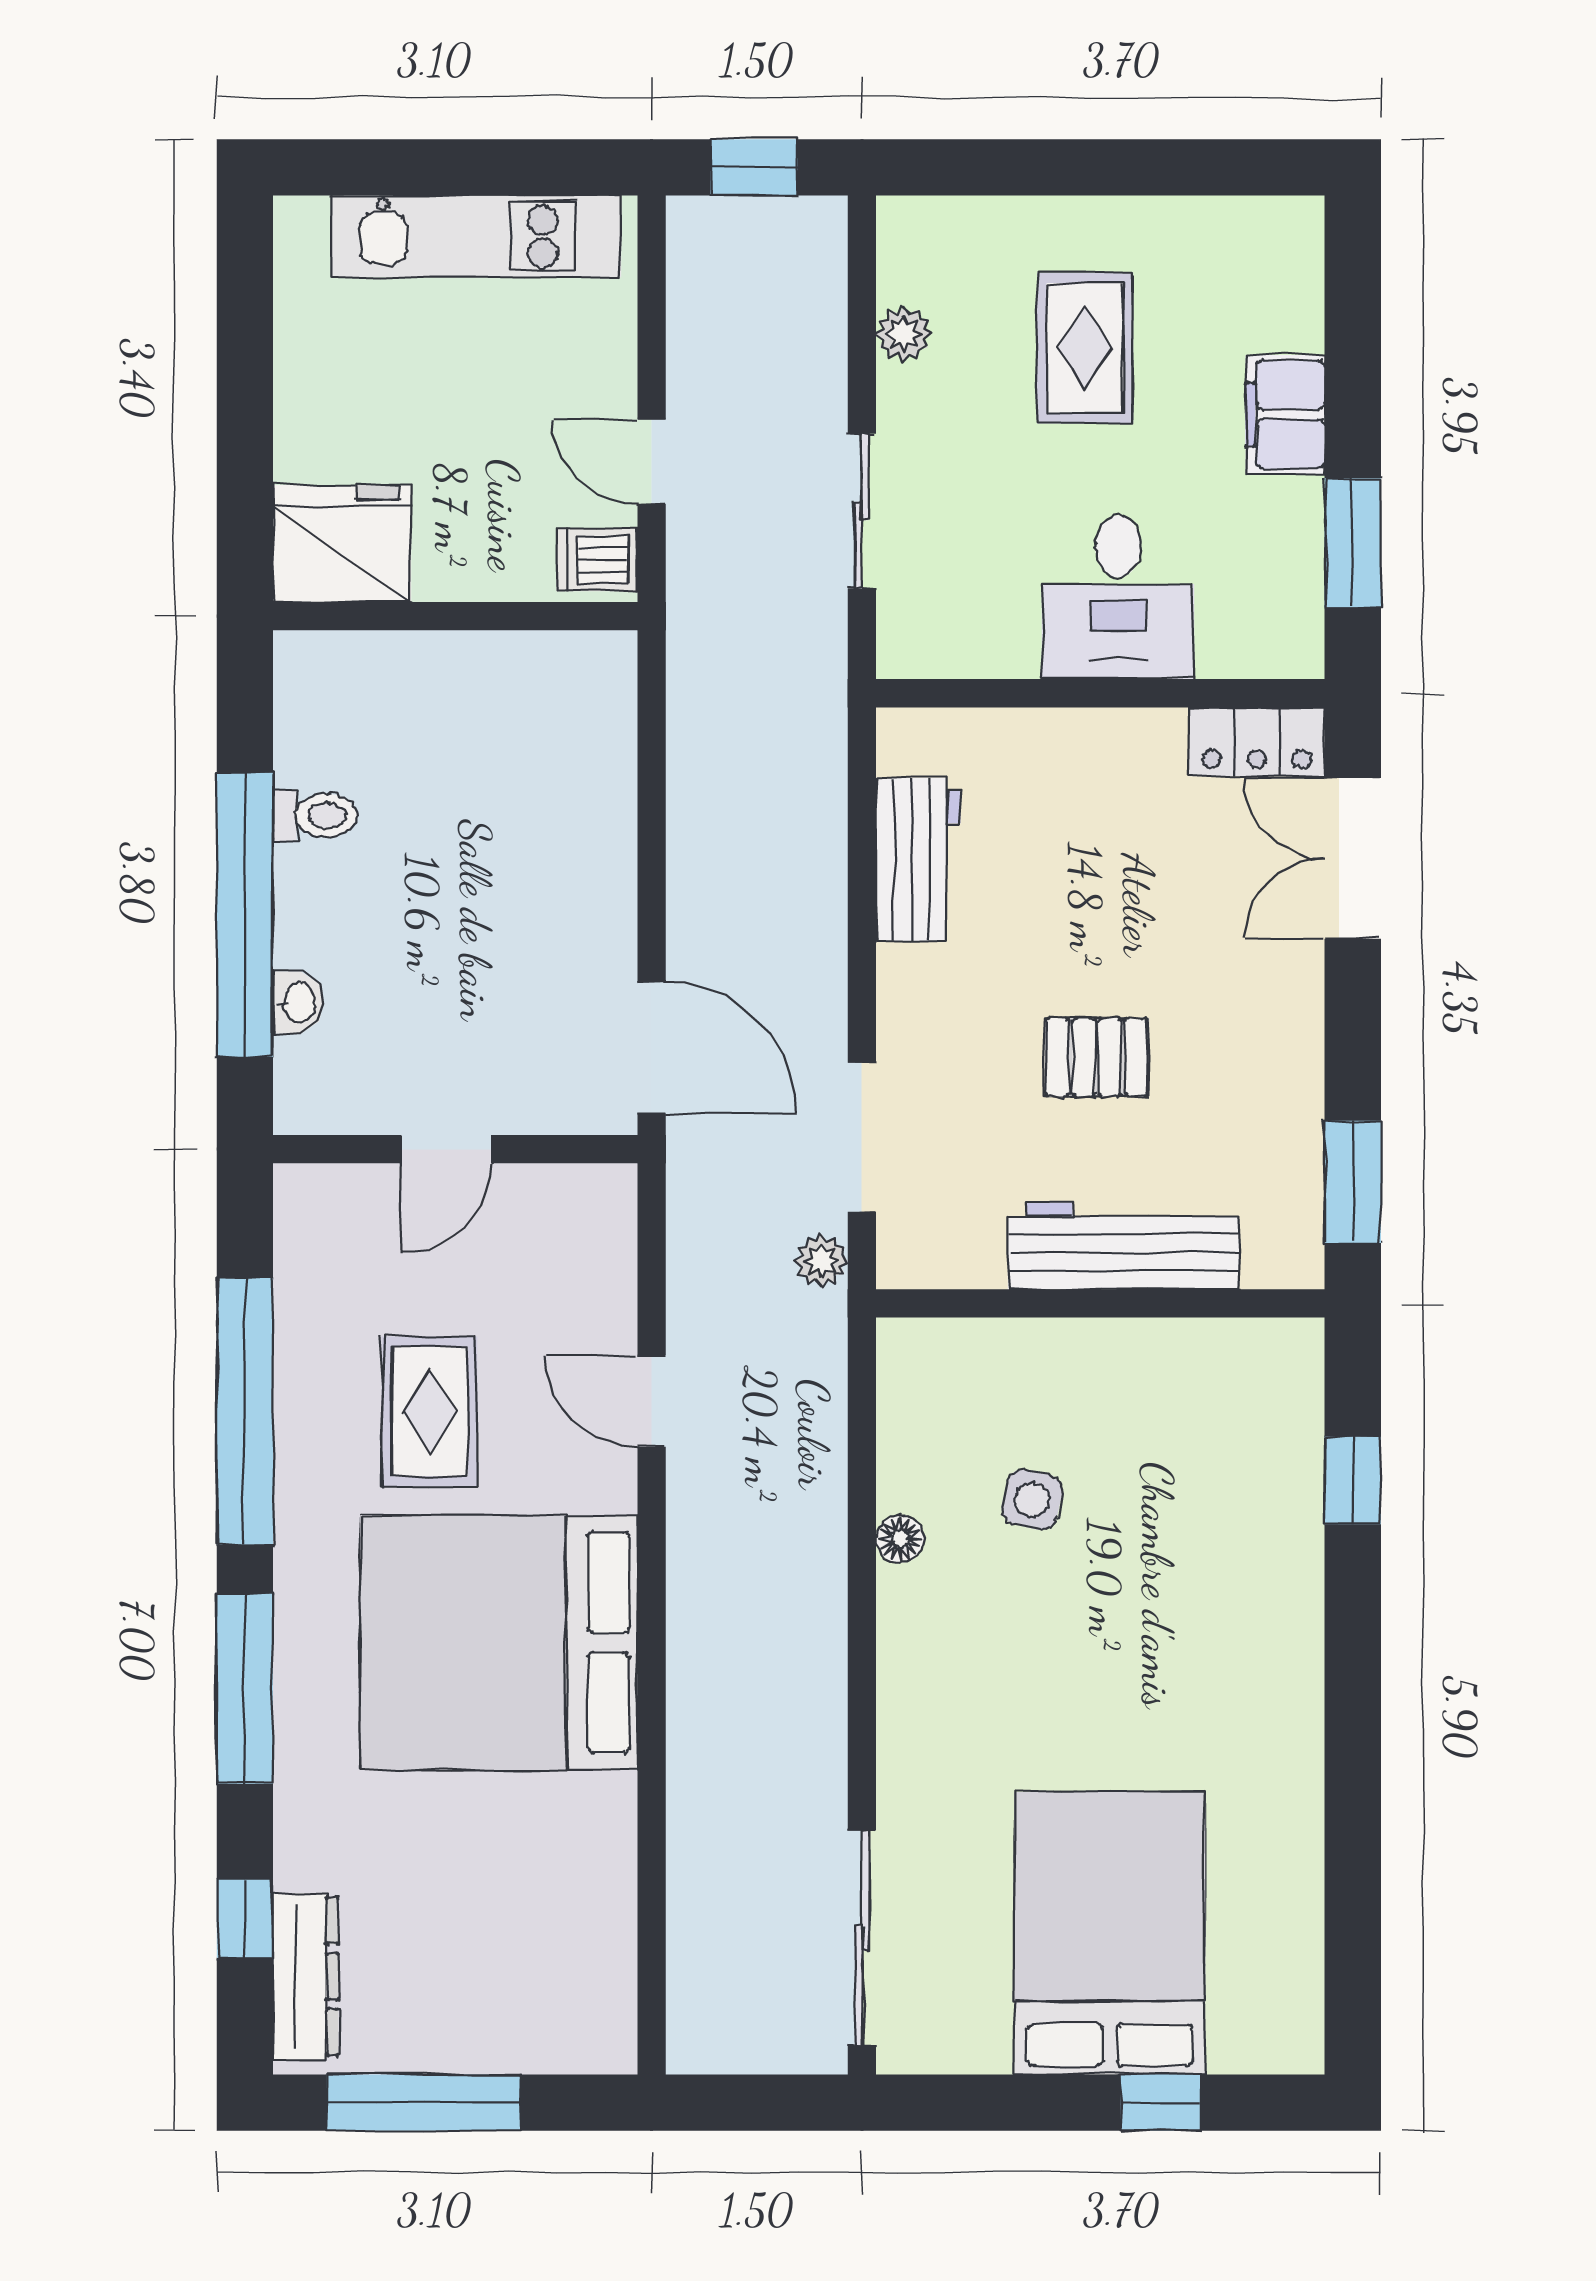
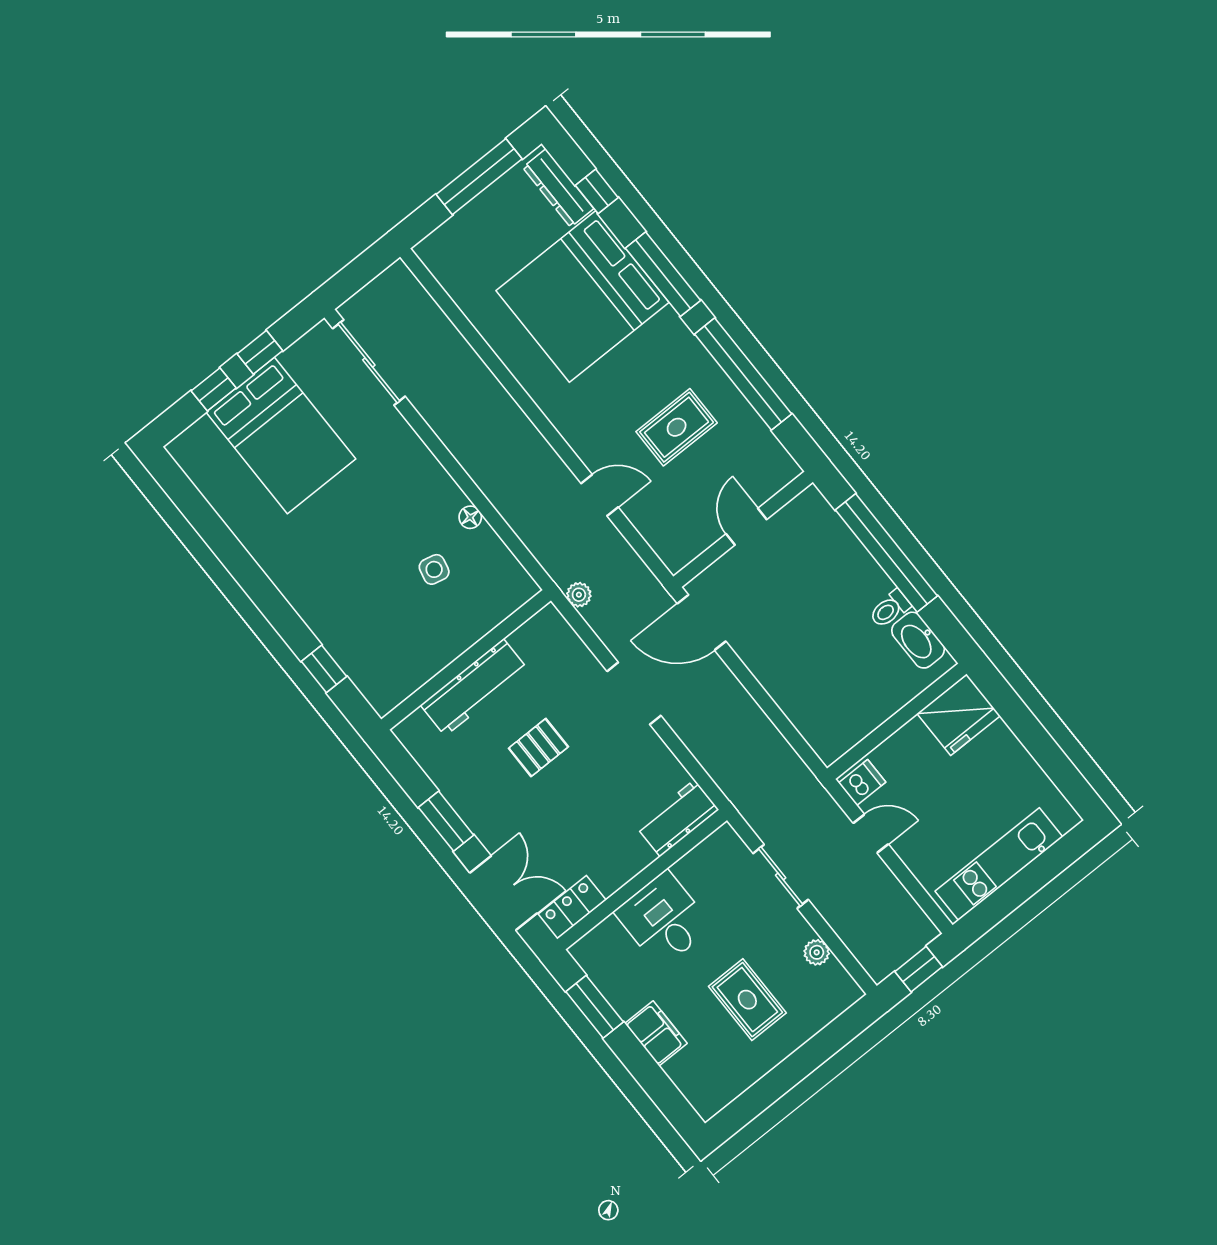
workbench: (918, 859) -> (677, 818), moved, turned 90
washbasin: (298, 1003) -> (918, 640), moved, width x1.91, depth x1.45
doorway: (862, 1137) -> (634, 693), moved
window: (1353, 1182) -> (446, 821), moved
rug: (429, 1412) -> (677, 427), turned 90
bed: (499, 1642) -> (582, 297), moved, turned 180
window: (1032, 2103) -> (260, 352), added

